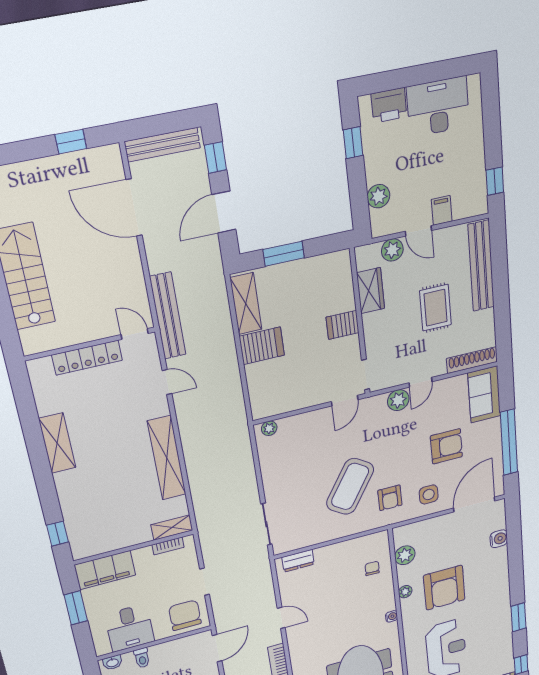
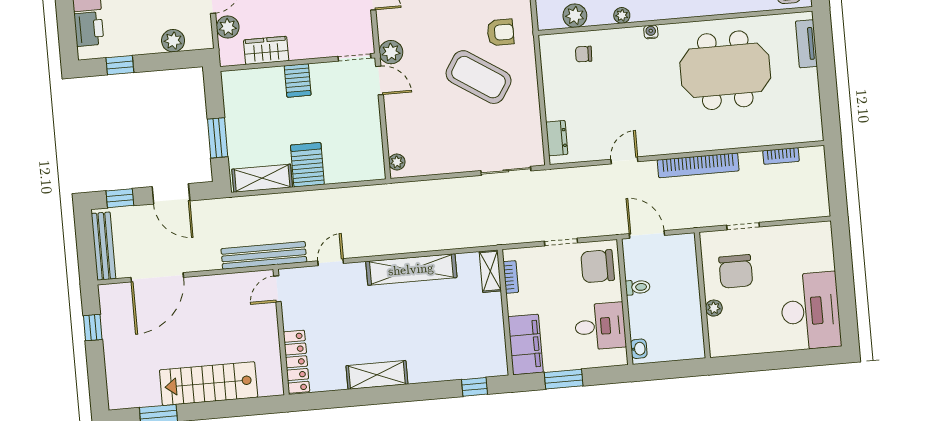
locker: (87, 358) -> (296, 362), moved
plant: (398, 400) -> (391, 52), moved
toilet: (142, 658) -> (638, 287), moved

